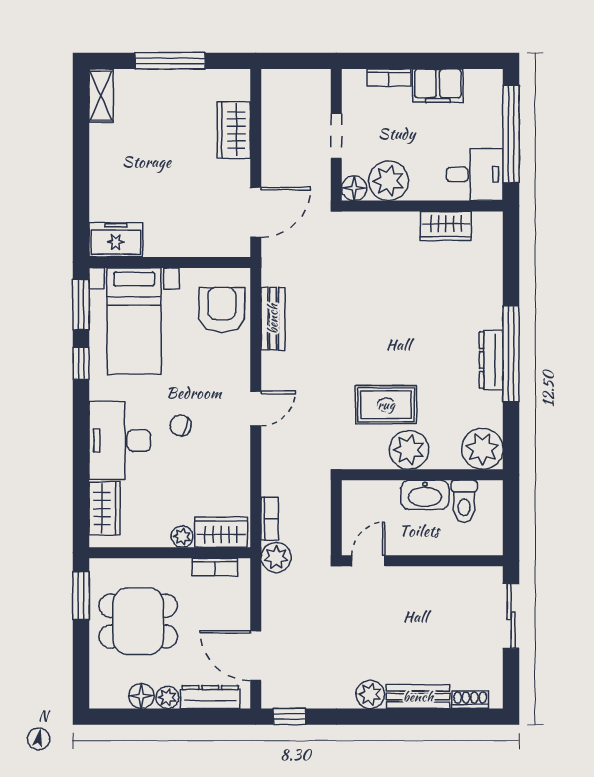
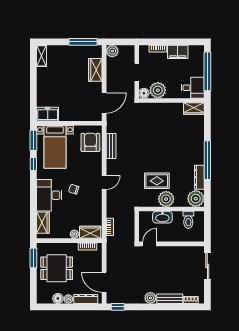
window: (170, 61) -> (83, 42), moved
wardrobe: (446, 226) -> (194, 109), moved
dresser: (491, 360) -> (199, 177), moved
washbasin: (425, 495) -> (162, 217), moved
plant: (276, 557) -> (112, 51), moved

